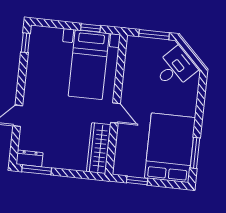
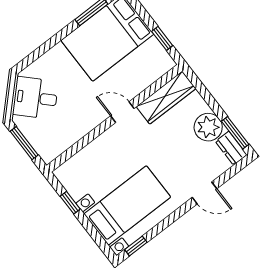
bed with nightstands: (89, 65) -> (127, 205), moved
door: (115, 113) -> (122, 112), hinge flipped
plant: (56, 157) -> (208, 127), added

